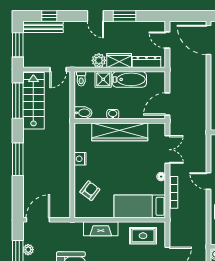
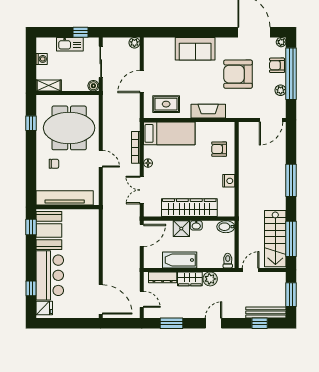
door: (95, 16) -> (214, 323), hinge flipped
window: (124, 16) -> (171, 323), moved
shower: (103, 79) -> (181, 229), moved
armchair: (90, 191) -> (219, 149), turned 53

